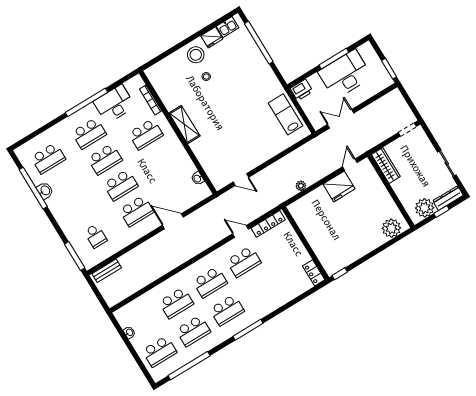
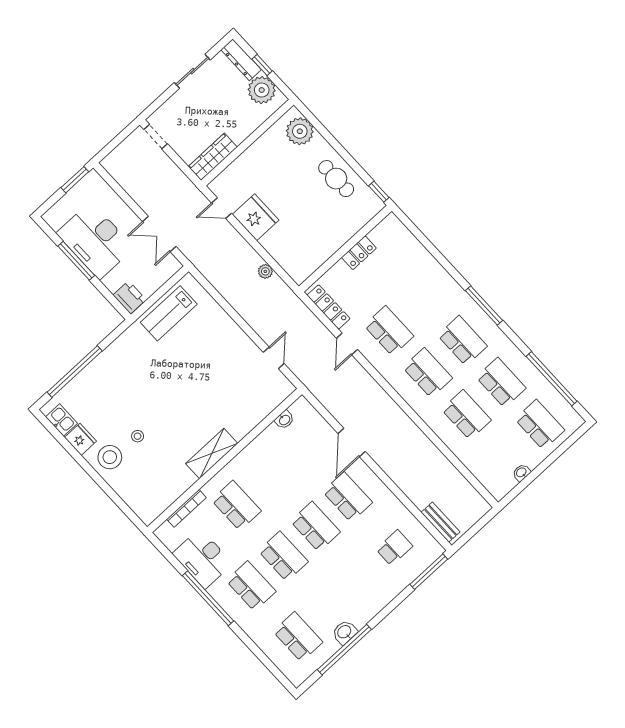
cafe table: (354, 246) -> (336, 179), added
locker: (314, 273) -> (359, 253), moved

